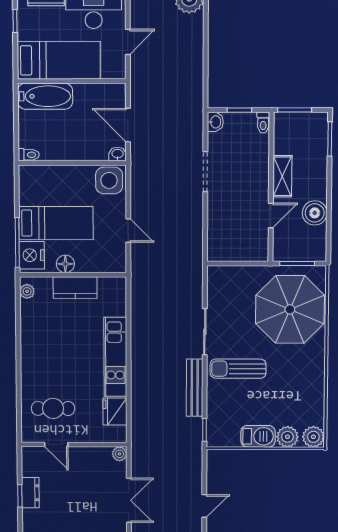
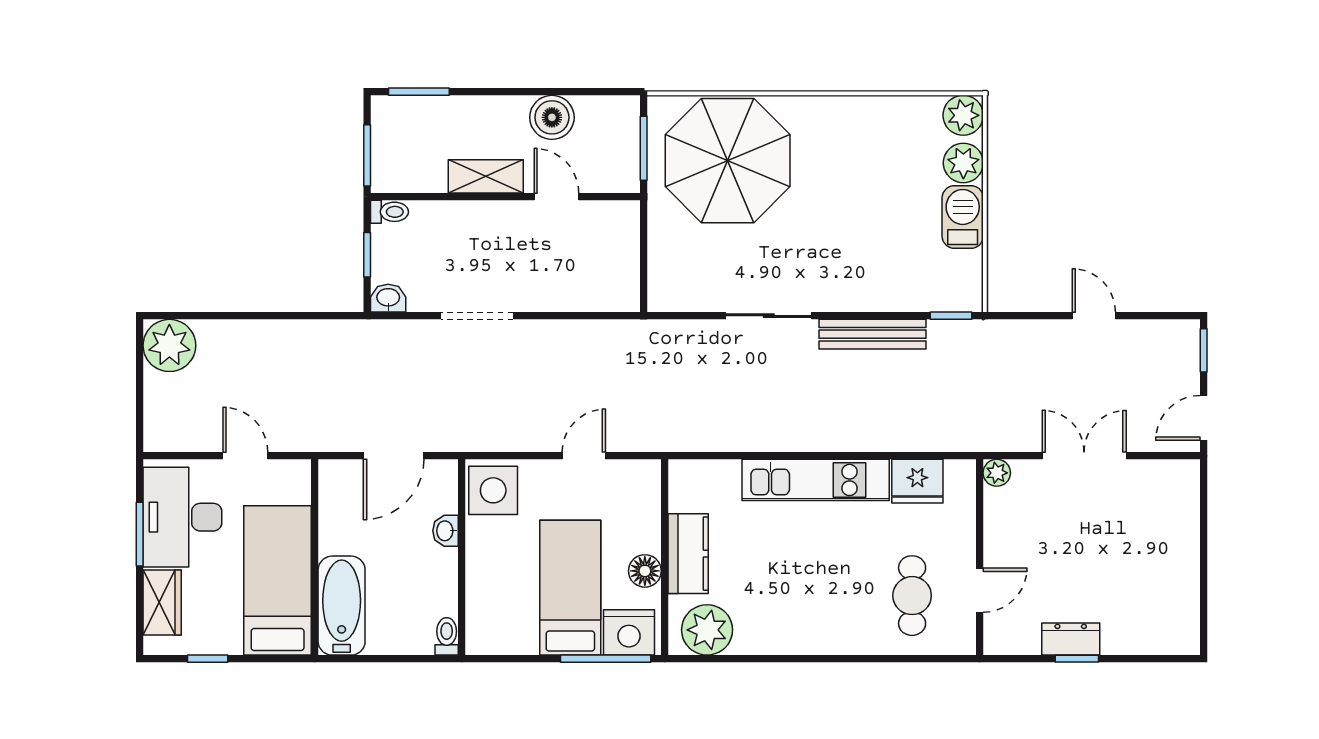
washbasin: (118, 154) -> (446, 531), moved
plant: (27, 291) -> (707, 630), width x1.88, depth x1.88
sun lounger: (238, 369) -> (837, 254), removed

